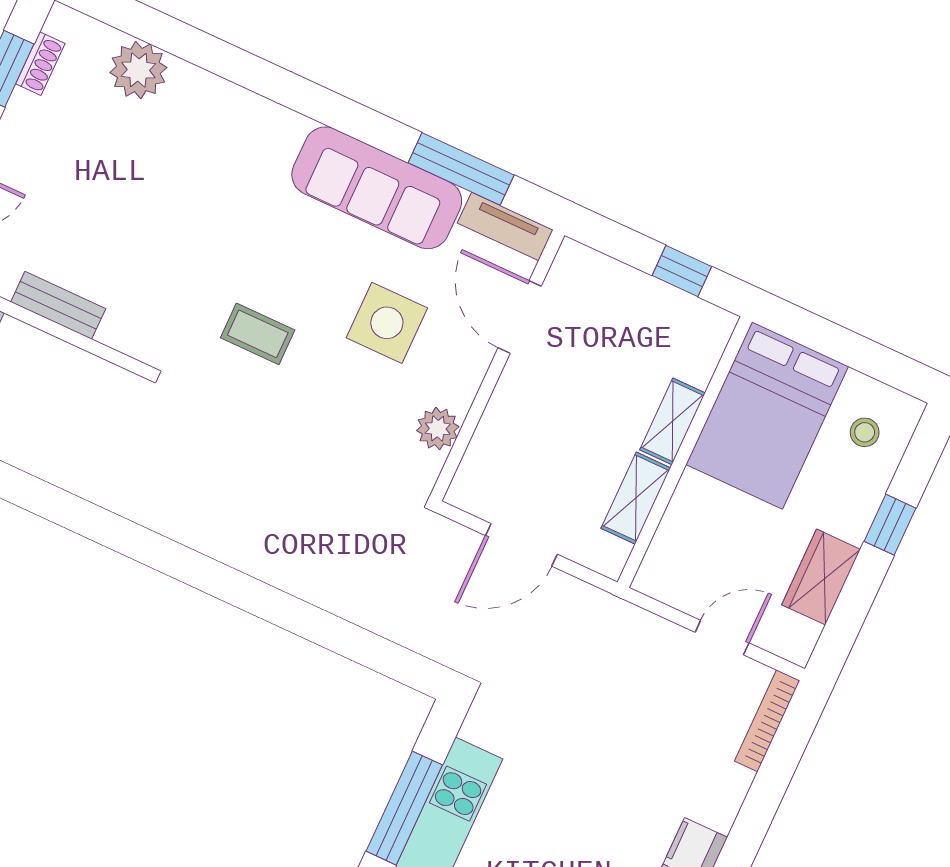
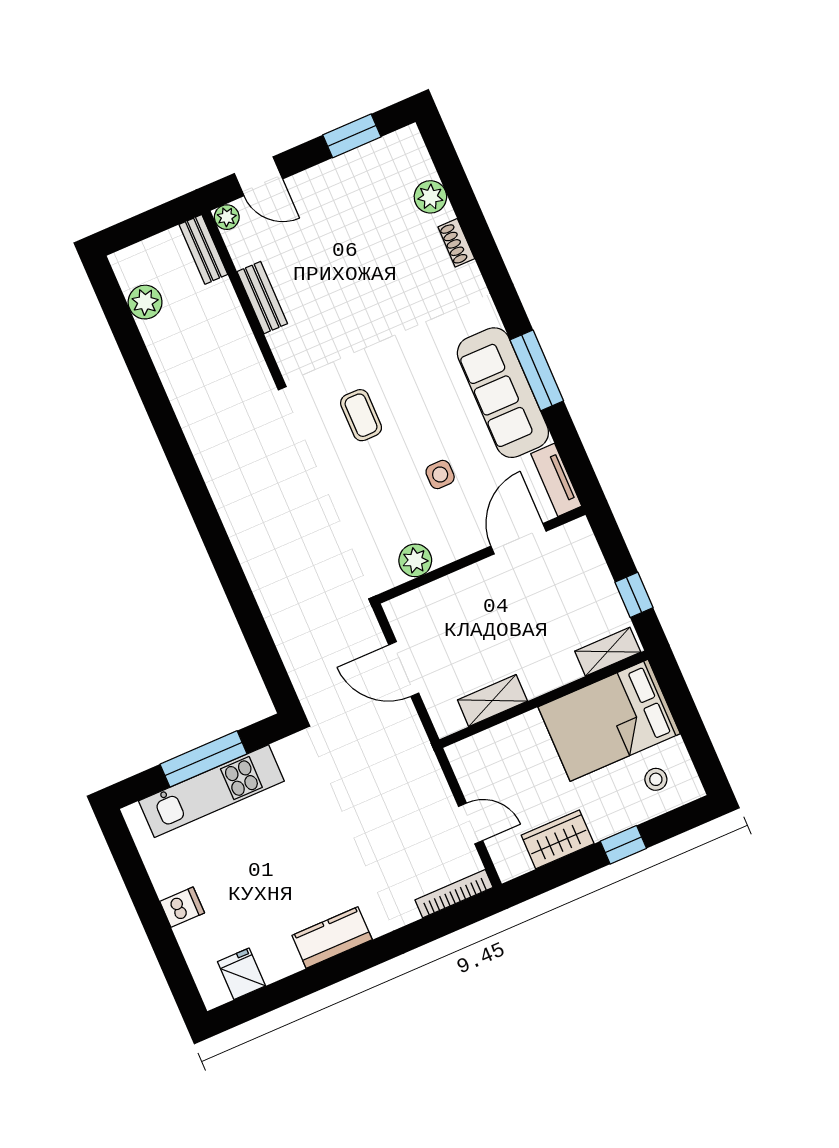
shoe rack: (40, 64) -> (456, 243), moved, turned 90
plant: (138, 70) -> (430, 197), width x0.73, depth x0.73
window: (461, 169) -> (537, 370), moved
side table: (387, 323) -> (440, 475), width x0.54, depth x0.54
shelving: (673, 421) -> (608, 652), moved

